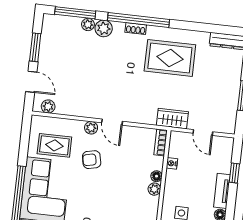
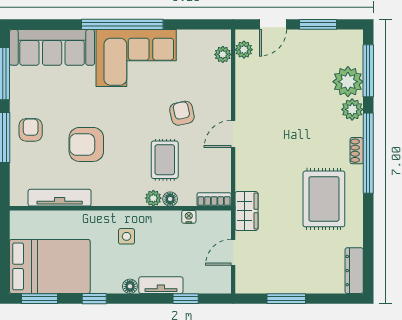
plant: (88, 24) -> (348, 82), width x1.88, depth x1.88
plant: (91, 128) -> (223, 54), moved
rug: (54, 145) -> (165, 160), moved

